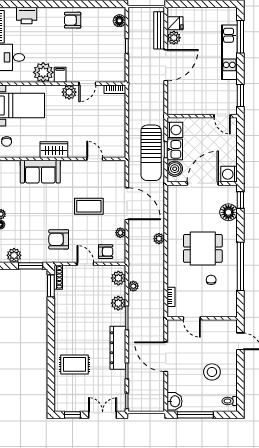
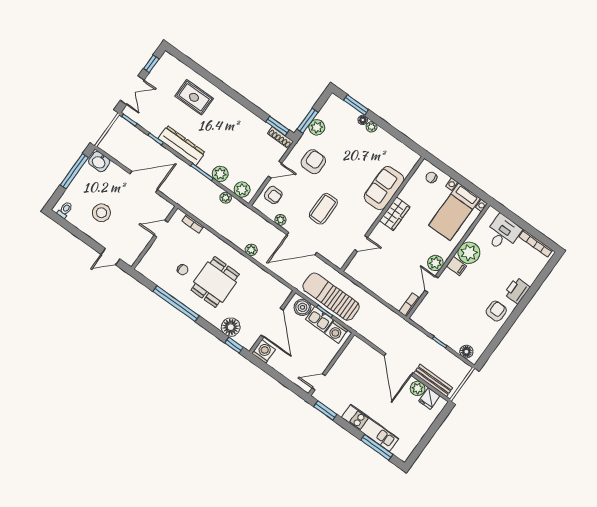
printer: (27, 15) -> (517, 291), moved
armchair: (106, 252) -> (273, 195), turned -88
plant: (14, 255) -> (317, 127), moved
rug: (75, 364) -> (194, 97), turned 90

